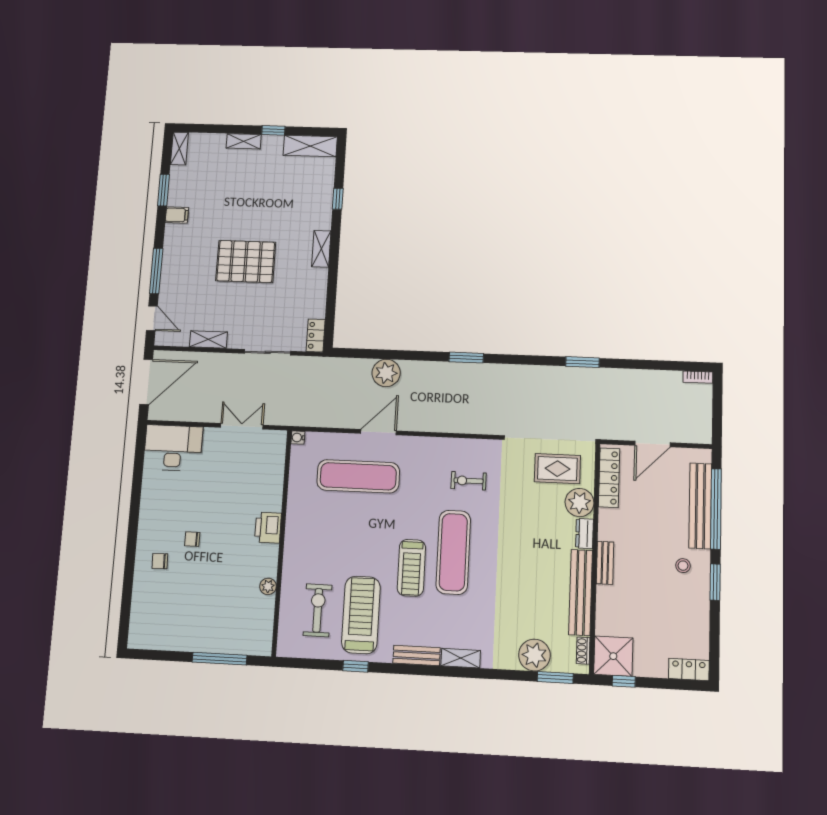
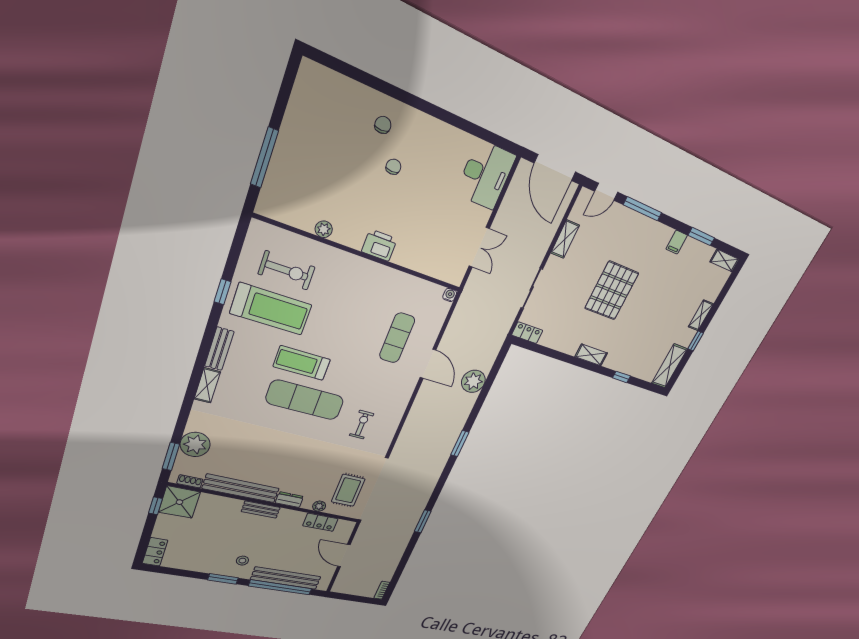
exercise mat: (358, 476) -> (397, 338), width x0.73, depth x0.69
locker: (609, 478) -> (320, 522), width x0.66
plant: (579, 503) -> (319, 506), width x0.53, depth x0.53

